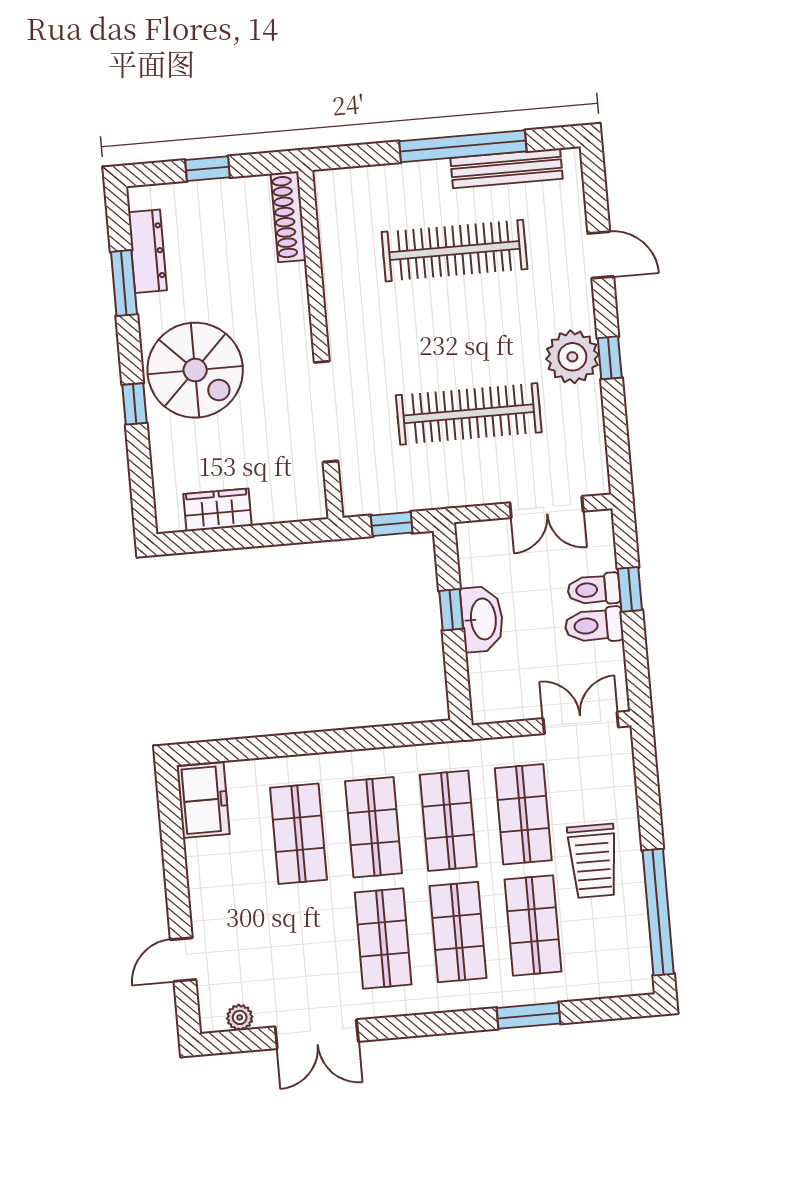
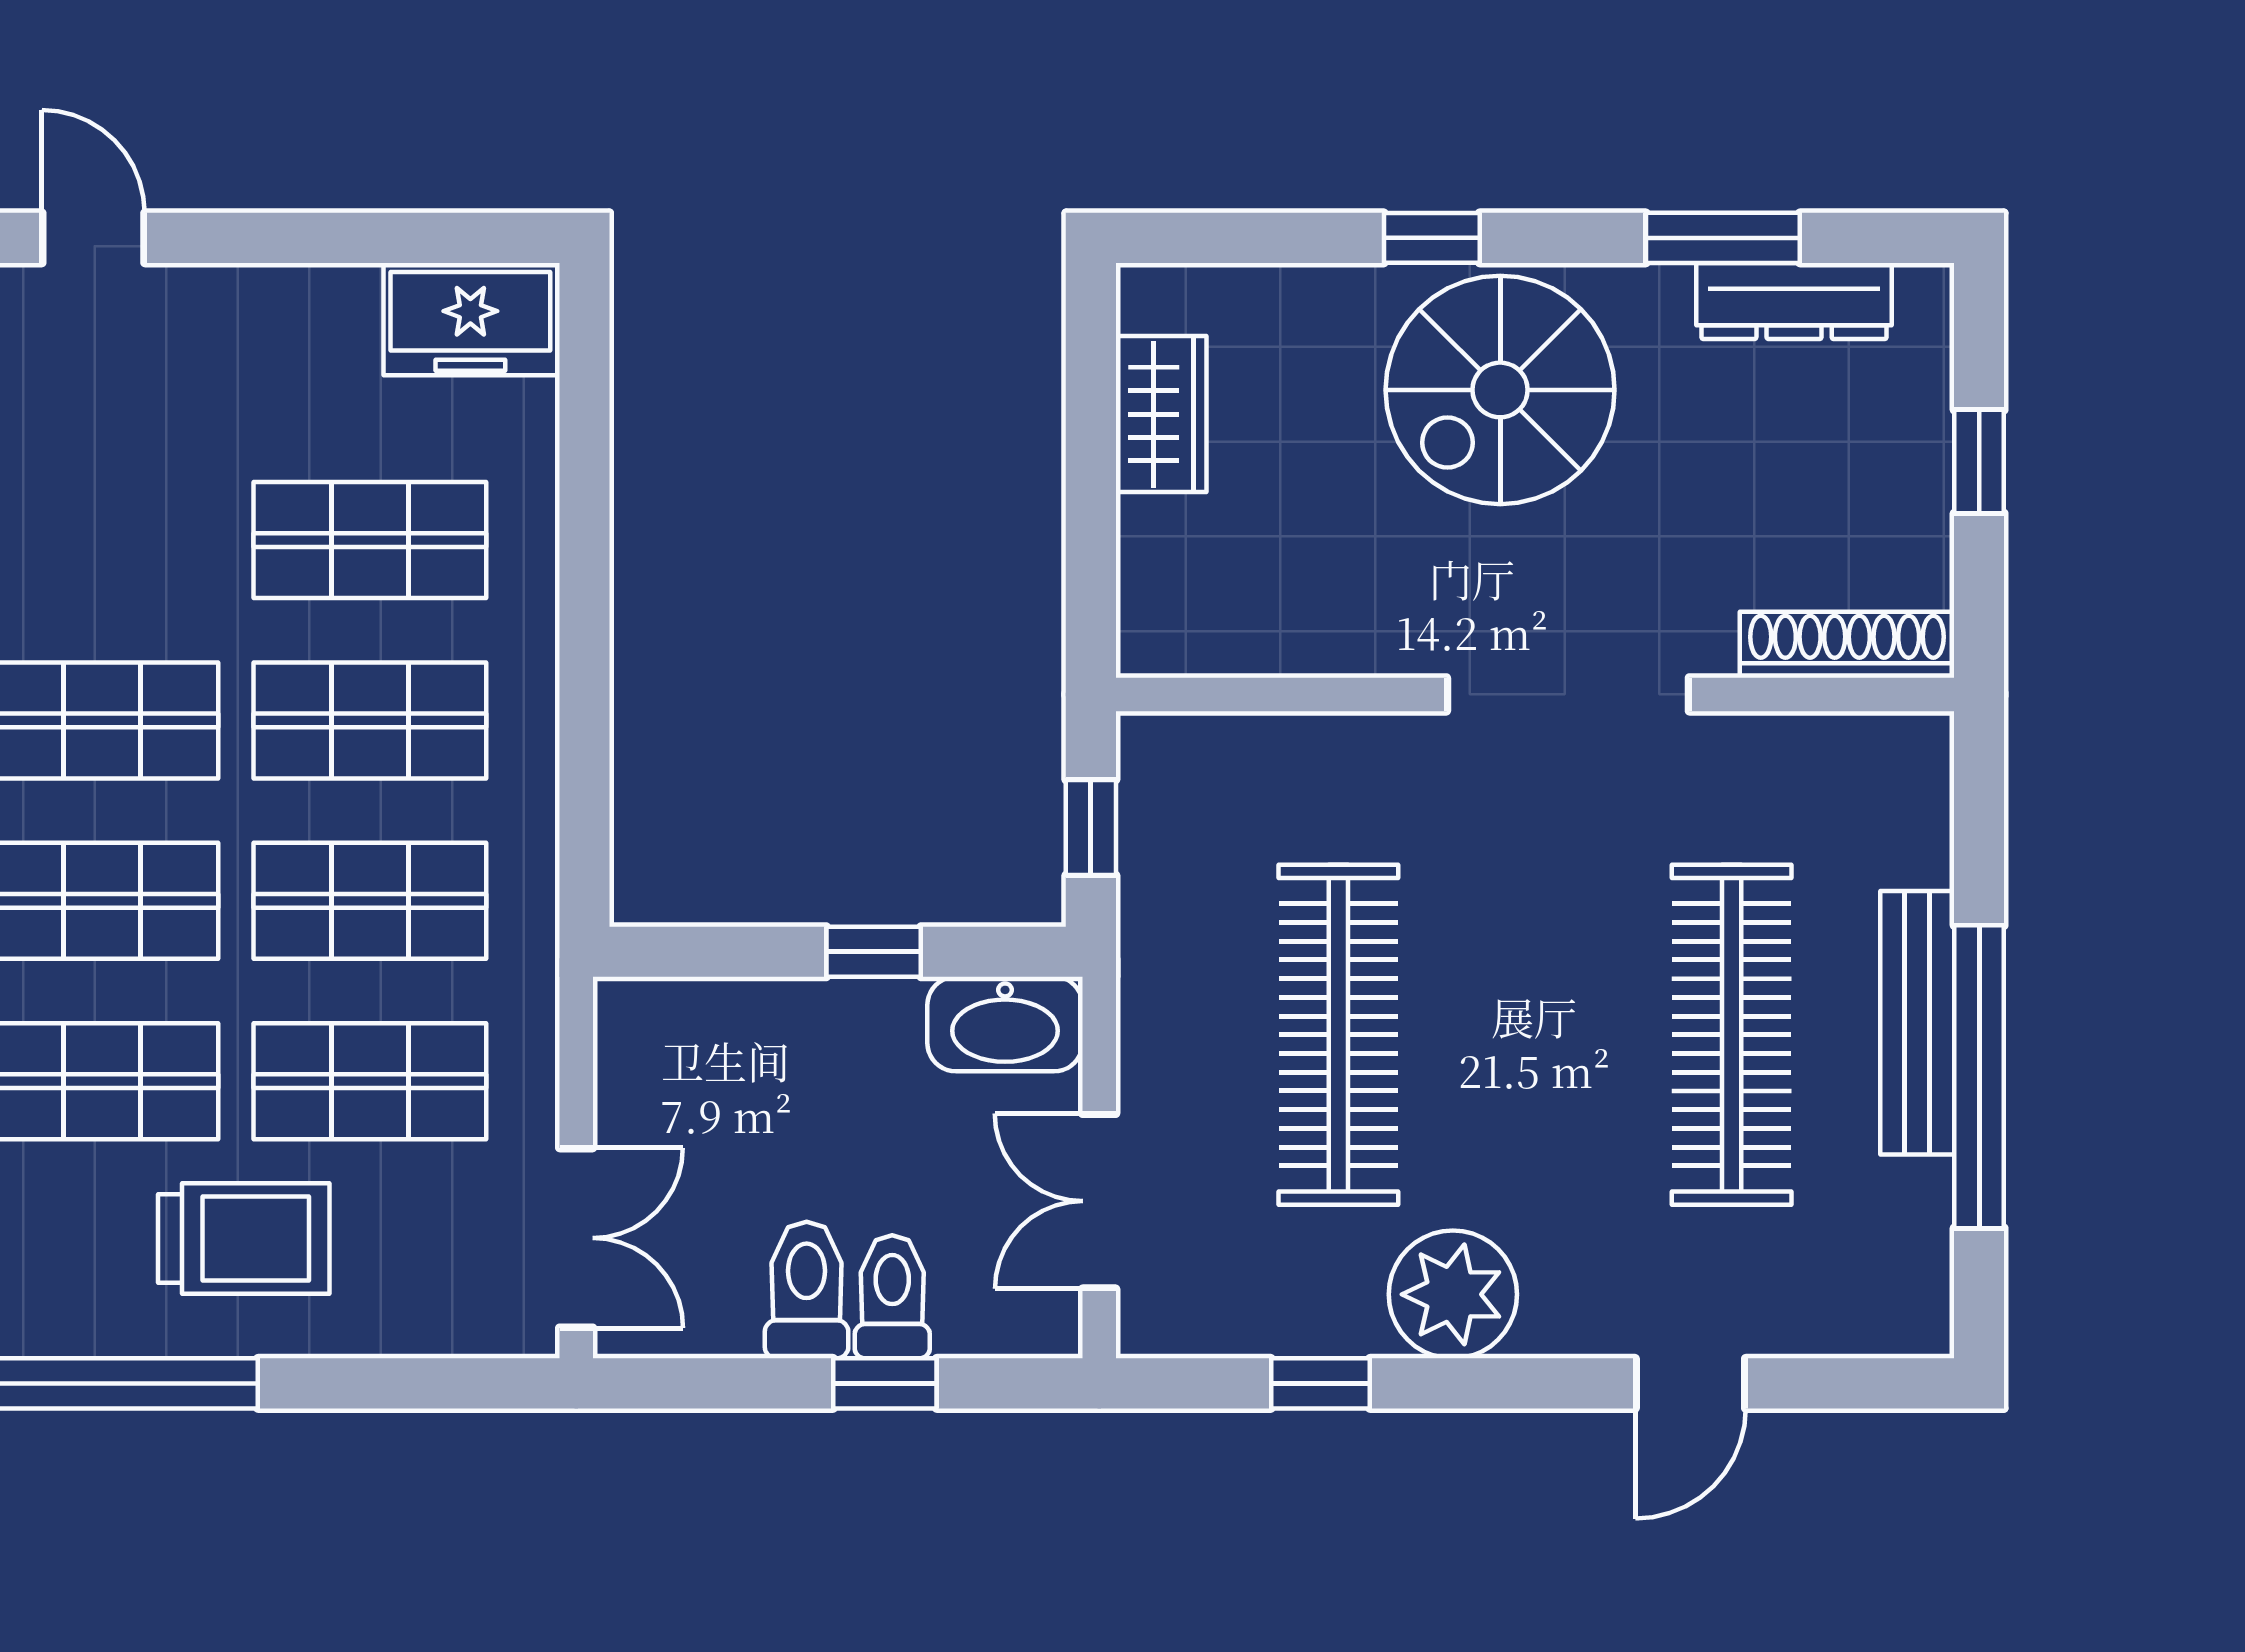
bench: (506, 168) -> (1917, 1023), moved
window: (610, 358) -> (1320, 1383), moved
doorway: (326, 412) -> (1568, 694), moved
washbasin: (482, 619) -> (1005, 1024), moved
trolley: (593, 861) -> (244, 1238), turned 180

